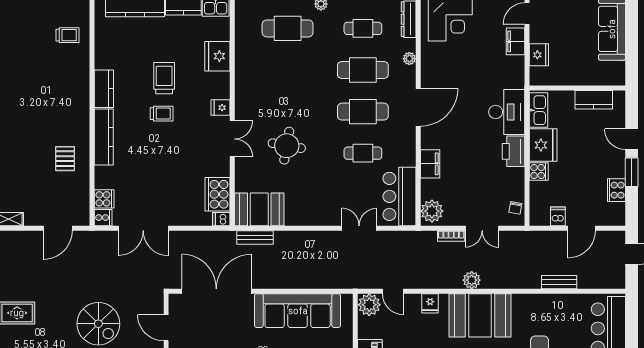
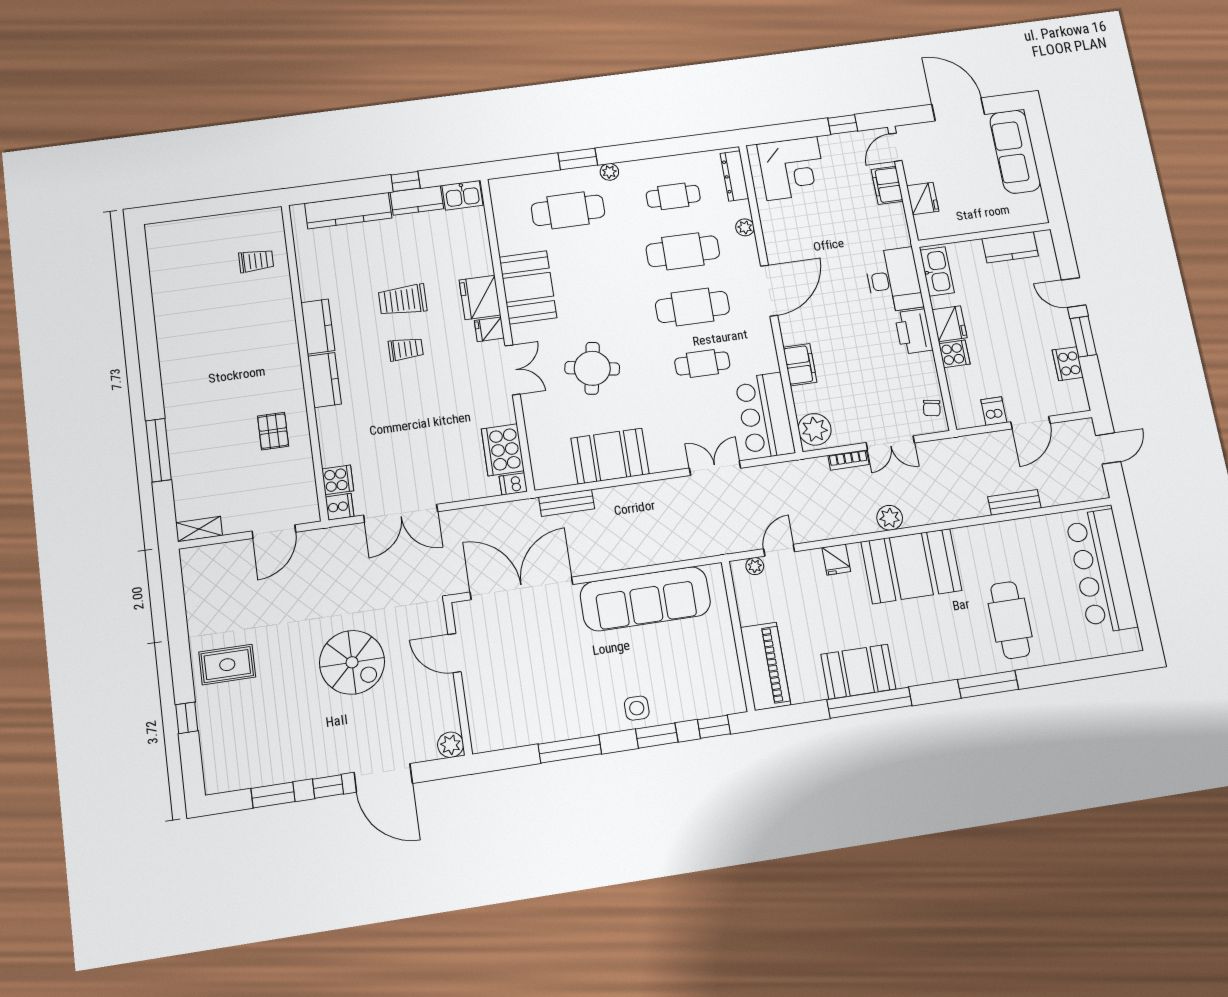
fridge: (217, 56) -> (480, 297), moved
trolley: (164, 78) -> (403, 300), turned -90
booth: (251, 81) -> (528, 287), added
kitchen counter: (104, 137) -> (324, 380), width x0.67
fridge: (543, 145) -> (949, 324), width x0.73, depth x0.75
booth: (259, 209) -> (610, 456), moved
door: (393, 291) -> (779, 550), swing flipped
plant: (369, 305) -> (755, 566), width x0.53, depth x0.53

